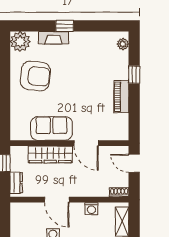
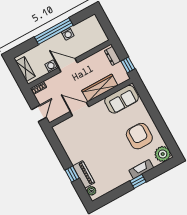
armchair: (35, 76) -> (139, 136), turned 84
piano: (121, 97) -> (84, 174), moved
sofa: (52, 128) -> (122, 99), moved
door: (134, 163) -> (39, 113), hinge flipped
door: (57, 200) -> (68, 65), moved

